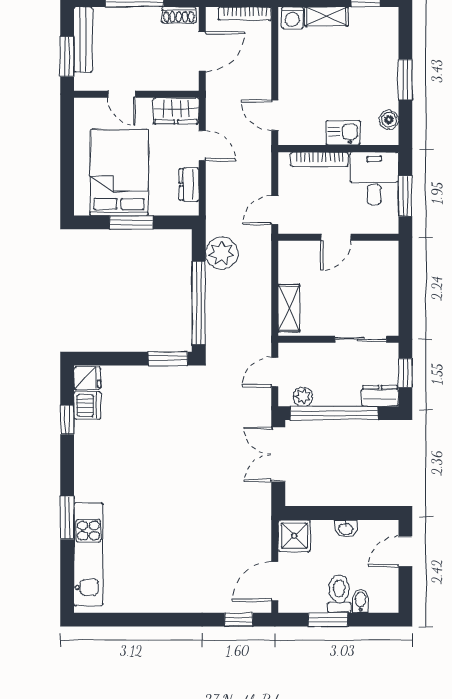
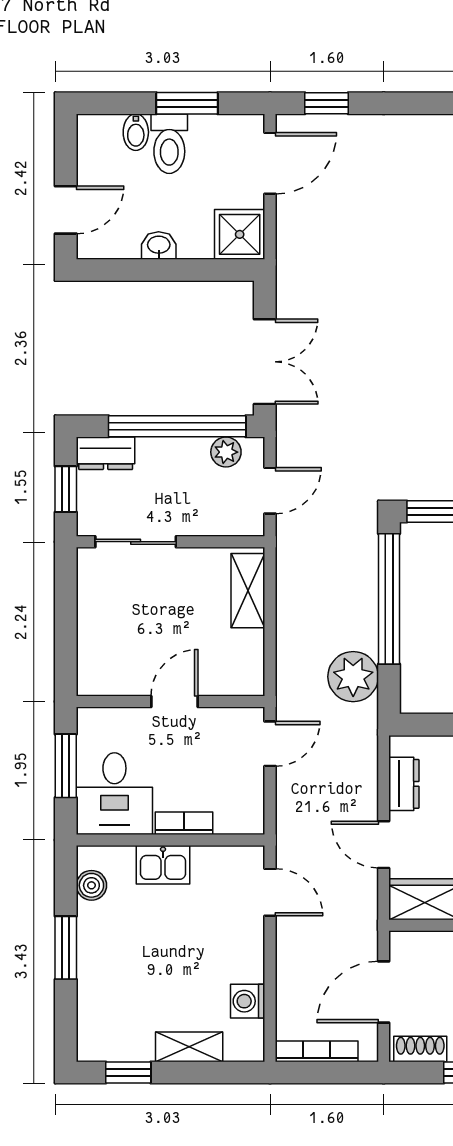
washing machine: (292, 18) -> (248, 1001), moved, turned -90
bookcase: (320, 159) -> (184, 823), width x0.64

